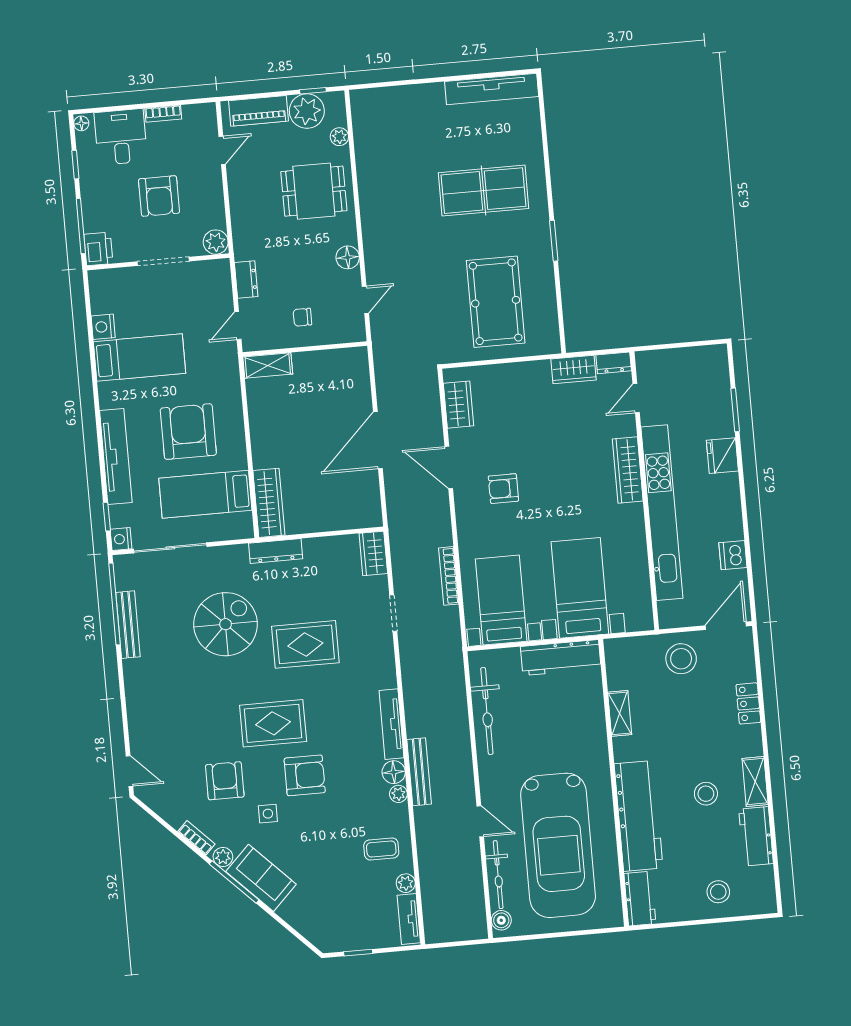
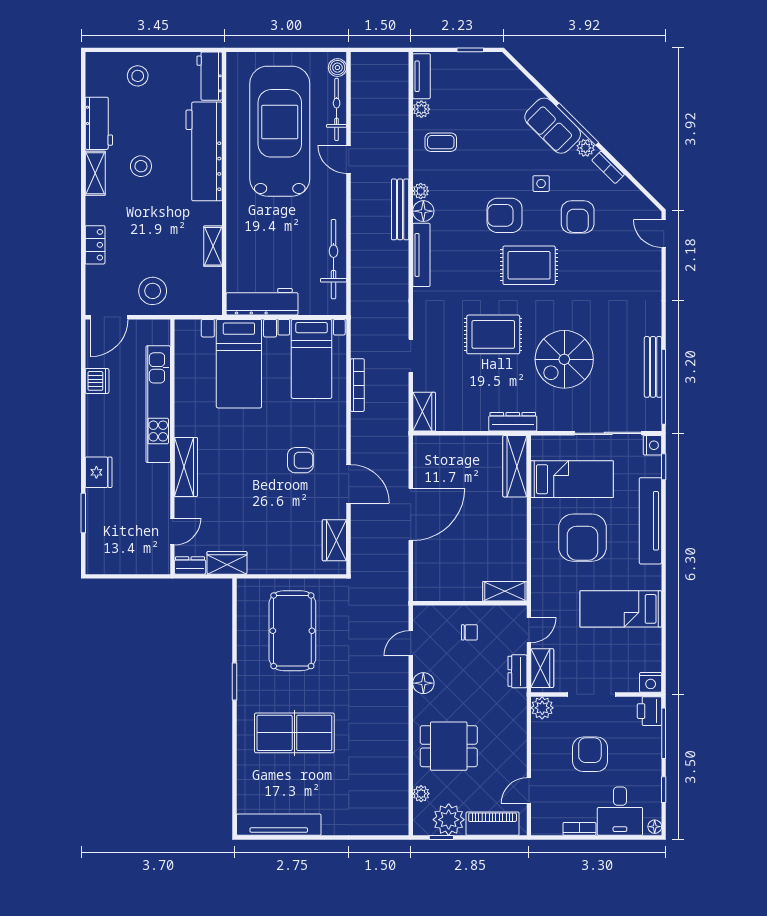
wardrobe: (220, 285) -> (542, 668), added
nightstand: (103, 327) -> (651, 682), moved, turned 90
kitchen unit: (662, 513) -> (158, 404), width x0.73

